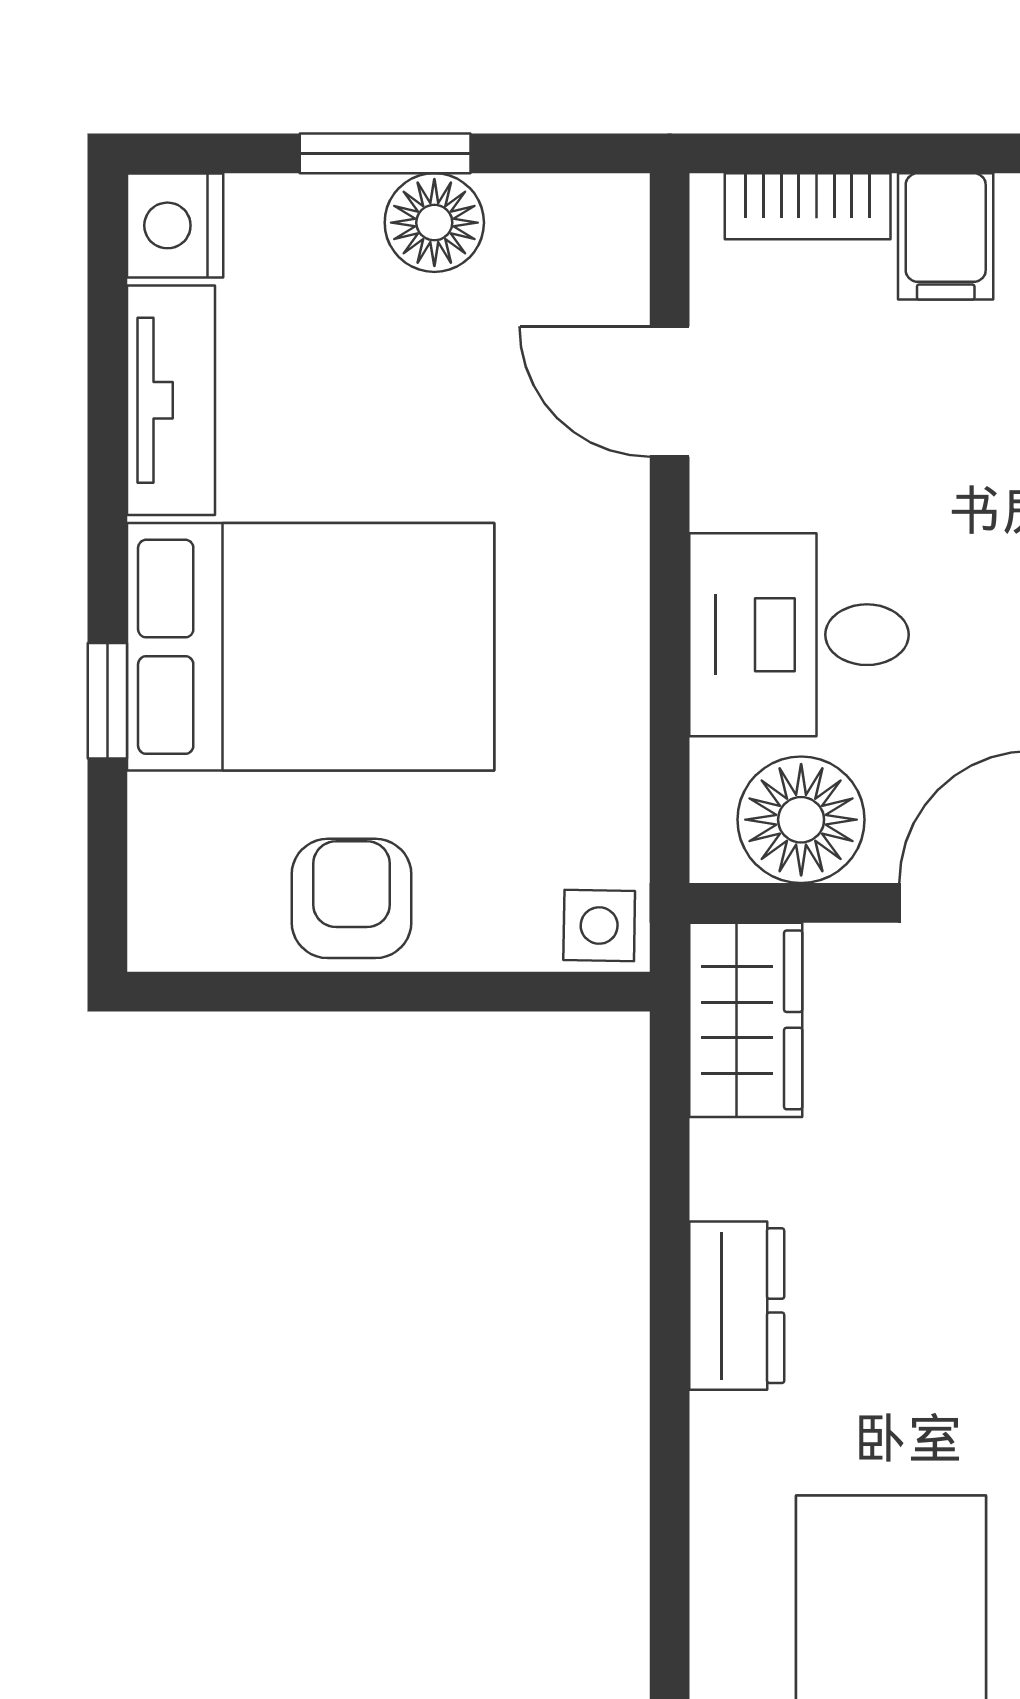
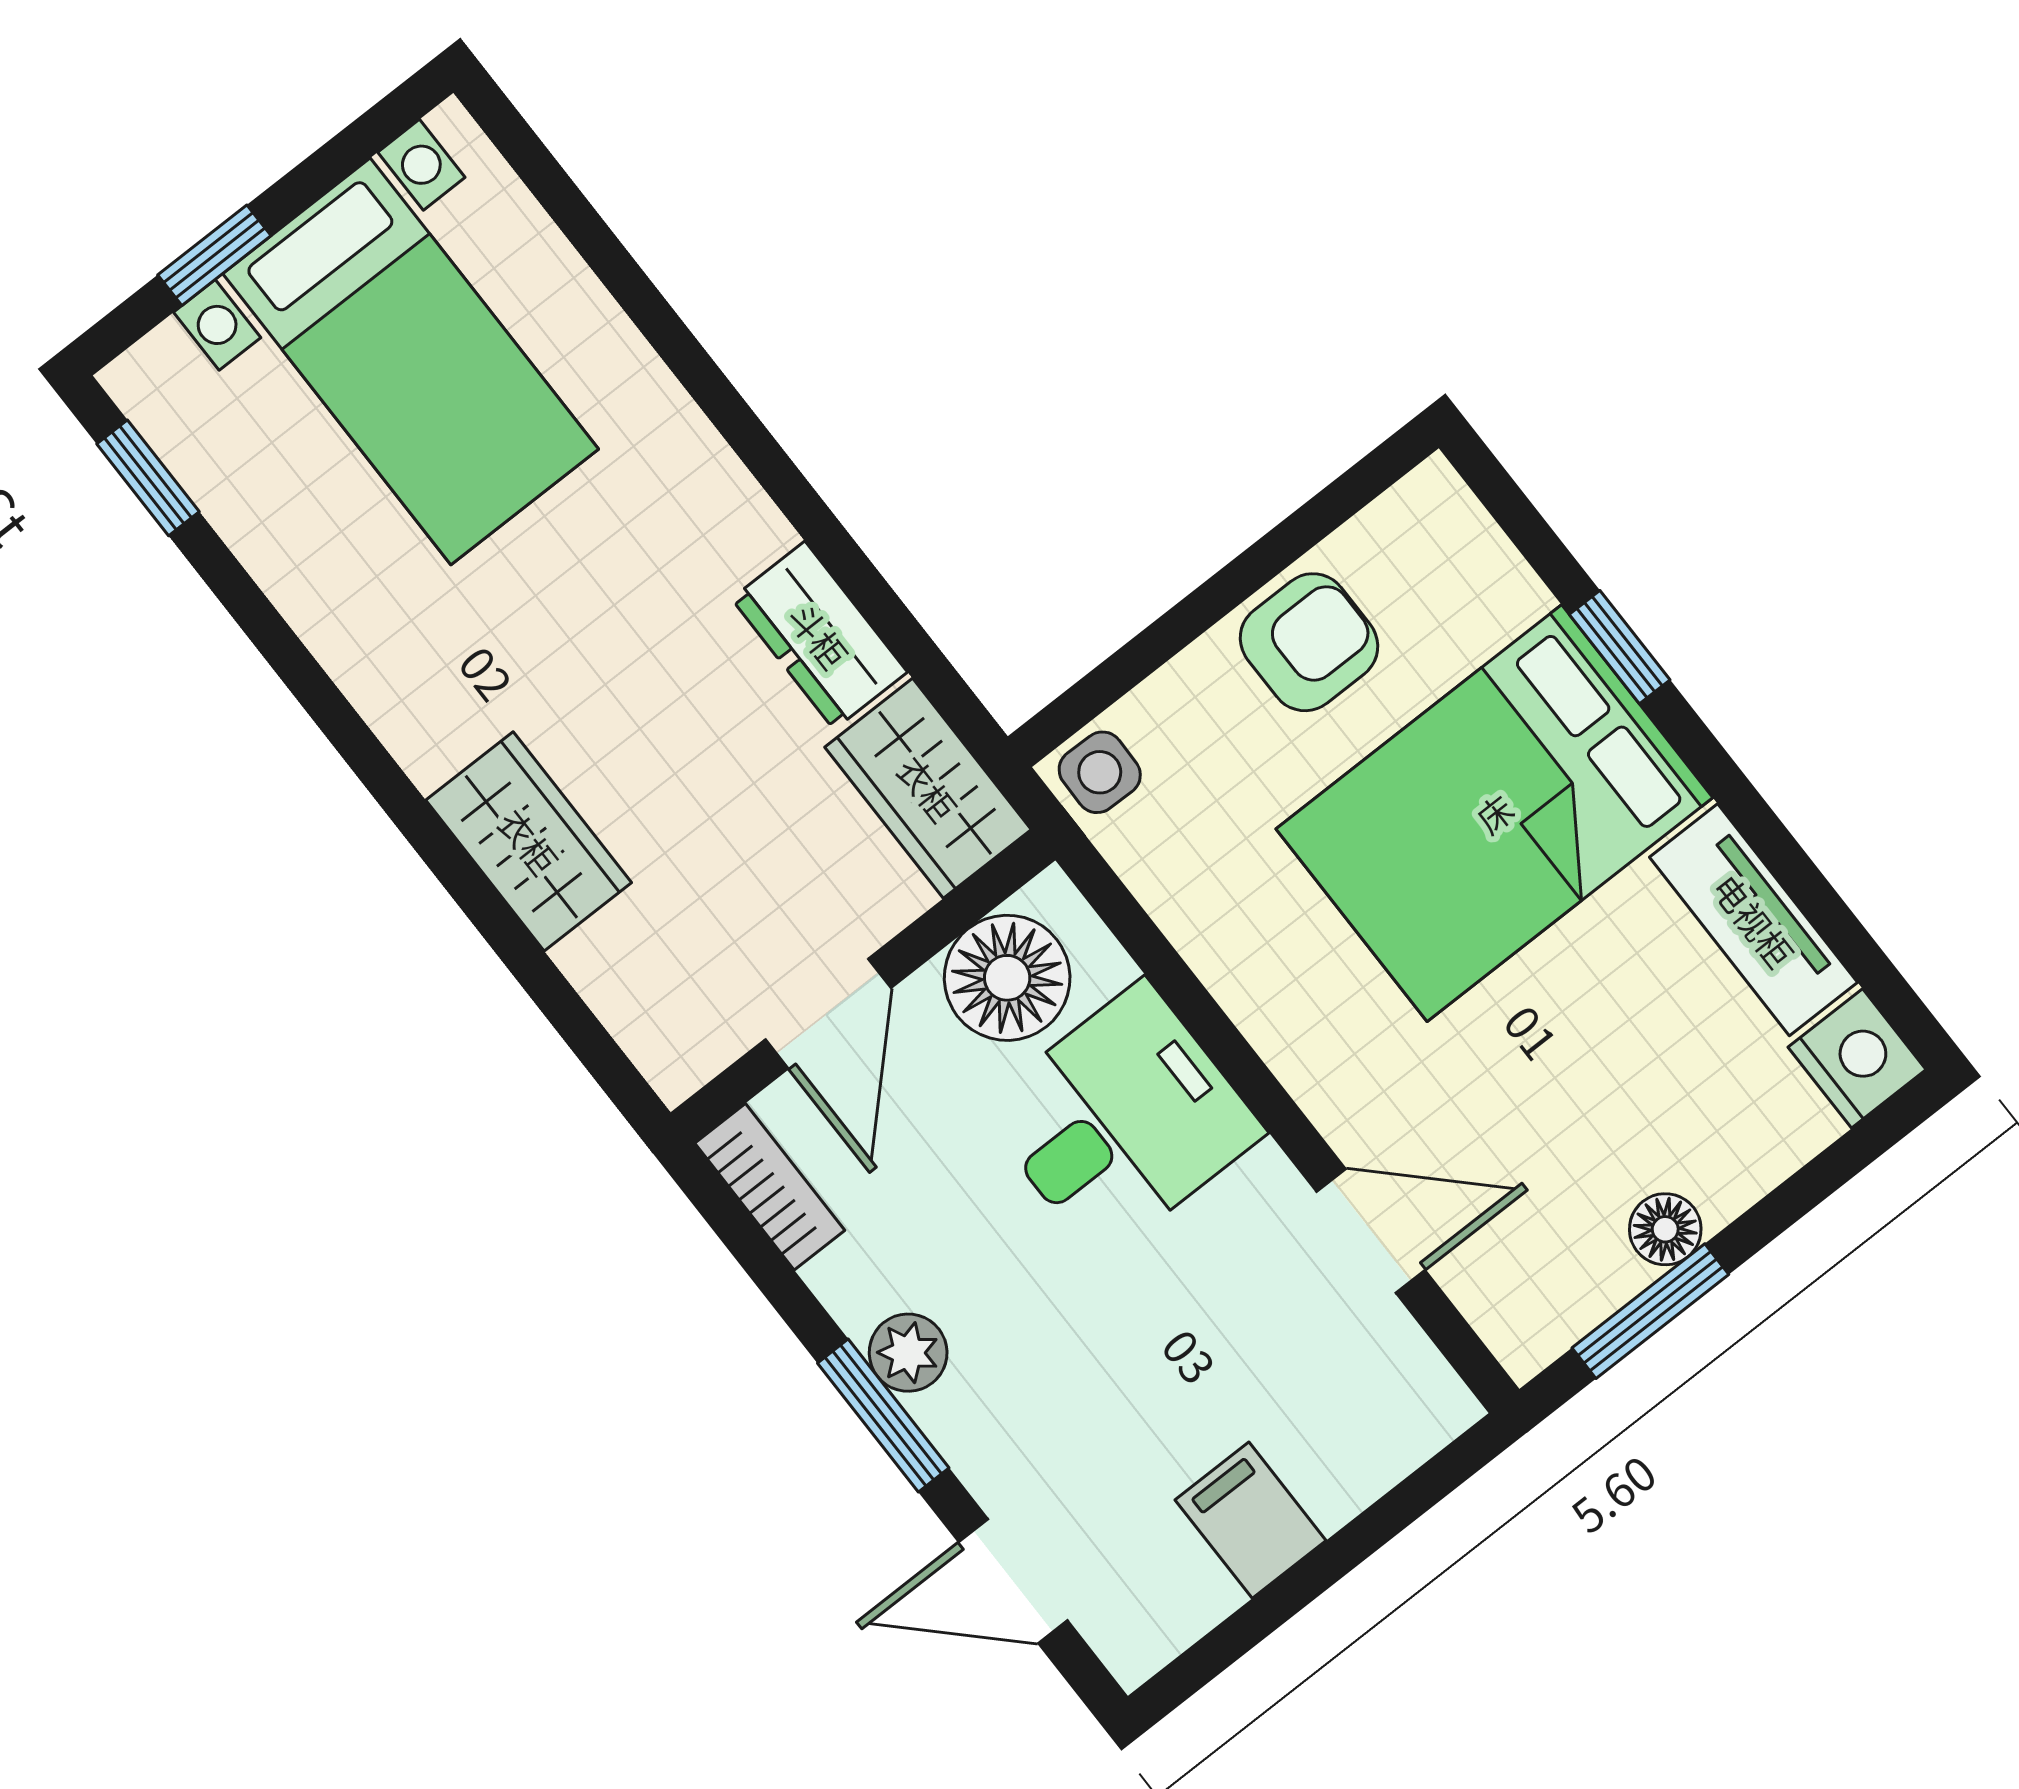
window: (385, 153) -> (1650, 1311), moved
bookcase: (808, 206) -> (1377, 1459), removed
floor lamp: (434, 223) -> (1665, 1229), width x0.73, depth x0.73
armchair: (351, 898) -> (1309, 642), turned -90
dresser: (737, 1306) -> (819, 635), moved

